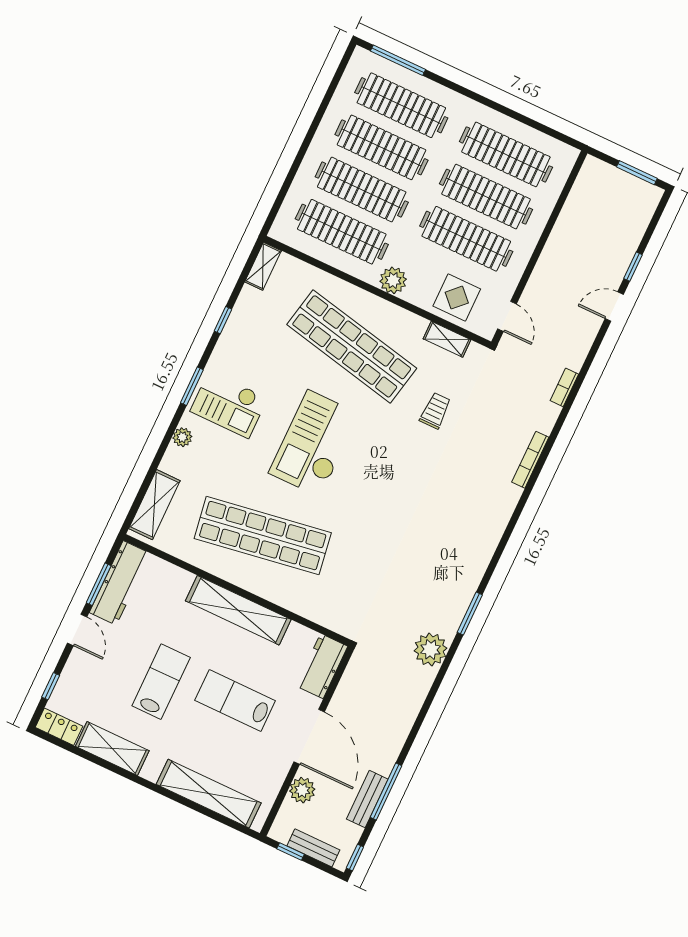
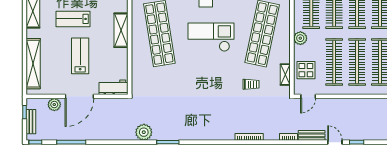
shelving: (238, 610) -> (121, 30), width x0.68
lab bench: (161, 682) -> (73, 19), turned 180
bench: (367, 799) -> (312, 135), moved

